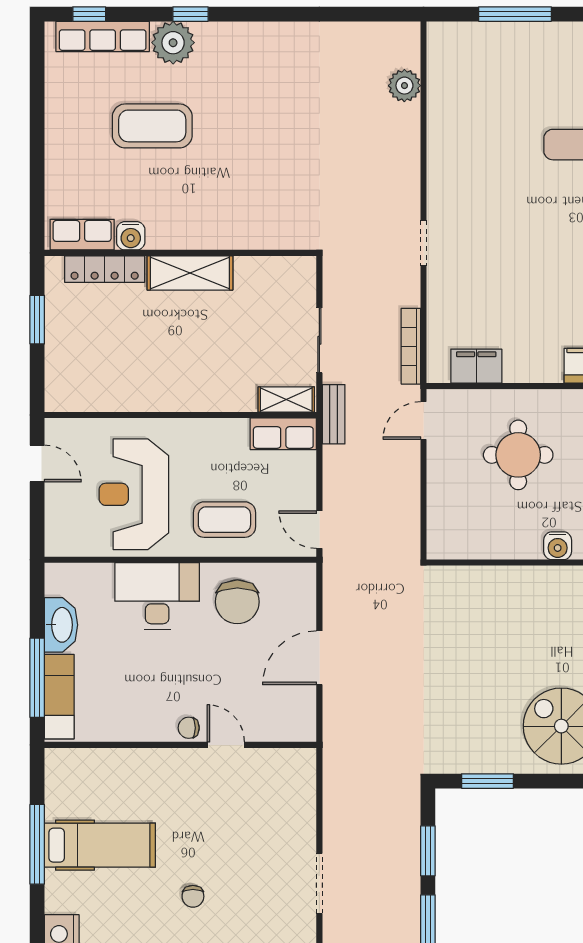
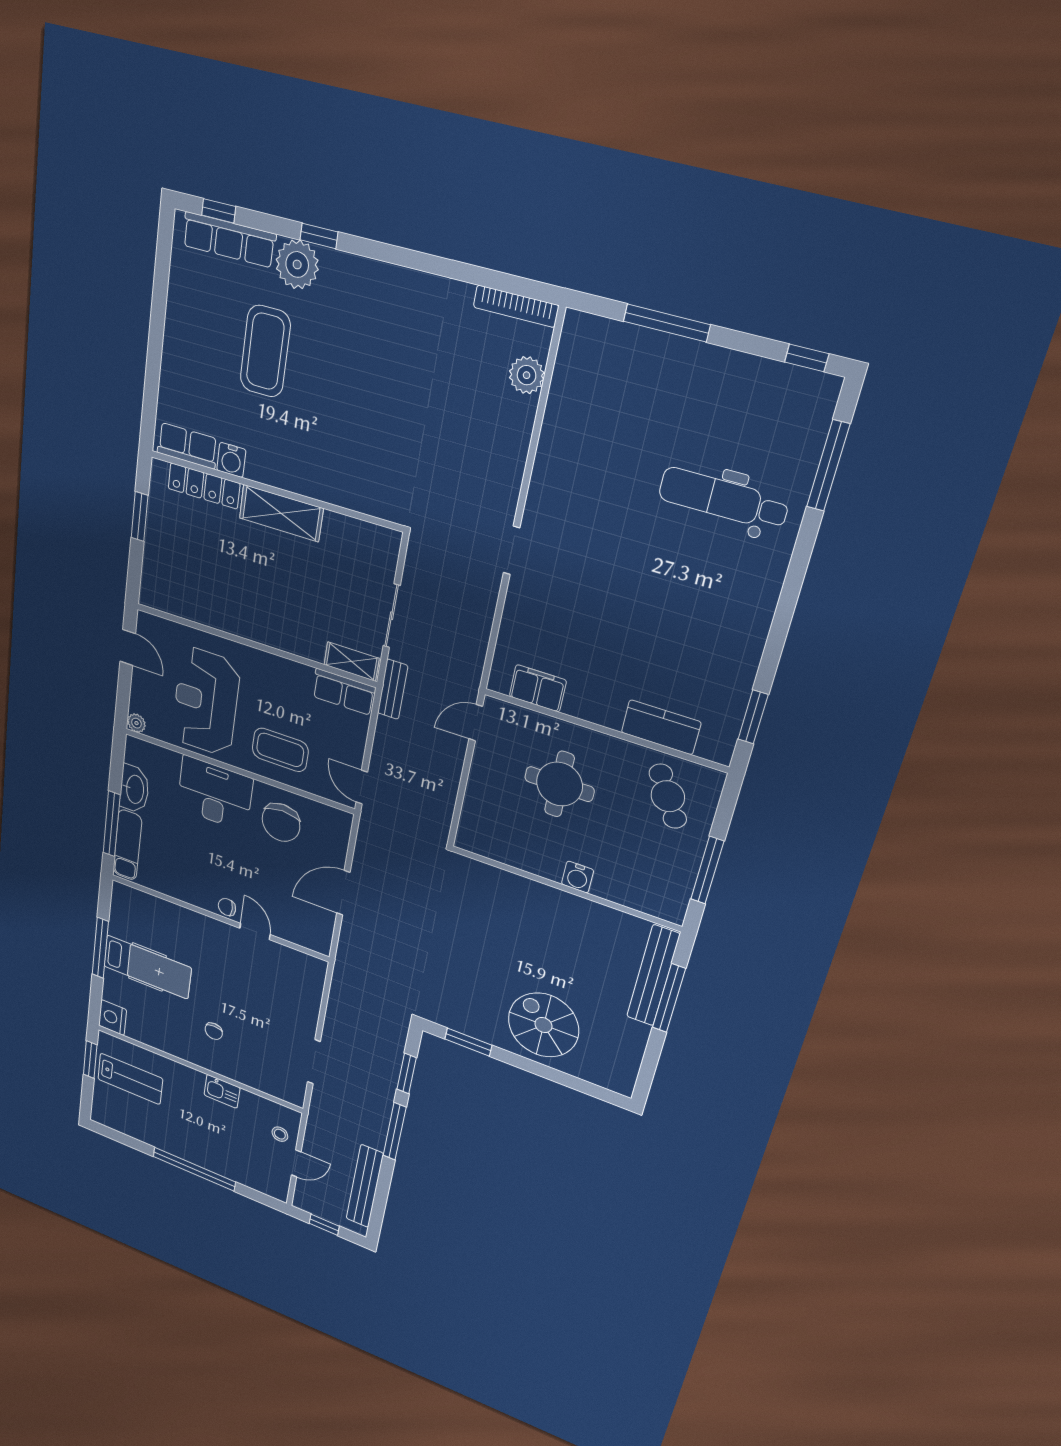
coffee table: (152, 126) -> (265, 351), turned 90
bookcase: (411, 346) -> (516, 306), moved, turned -90
plant: (56, 546) -> (136, 723), added

